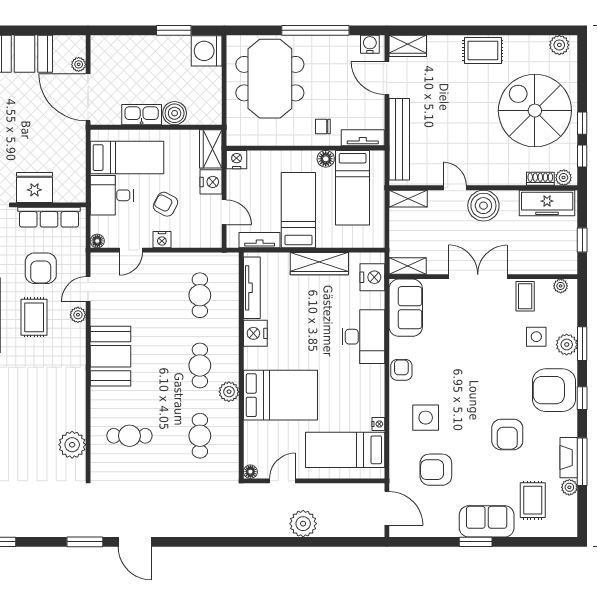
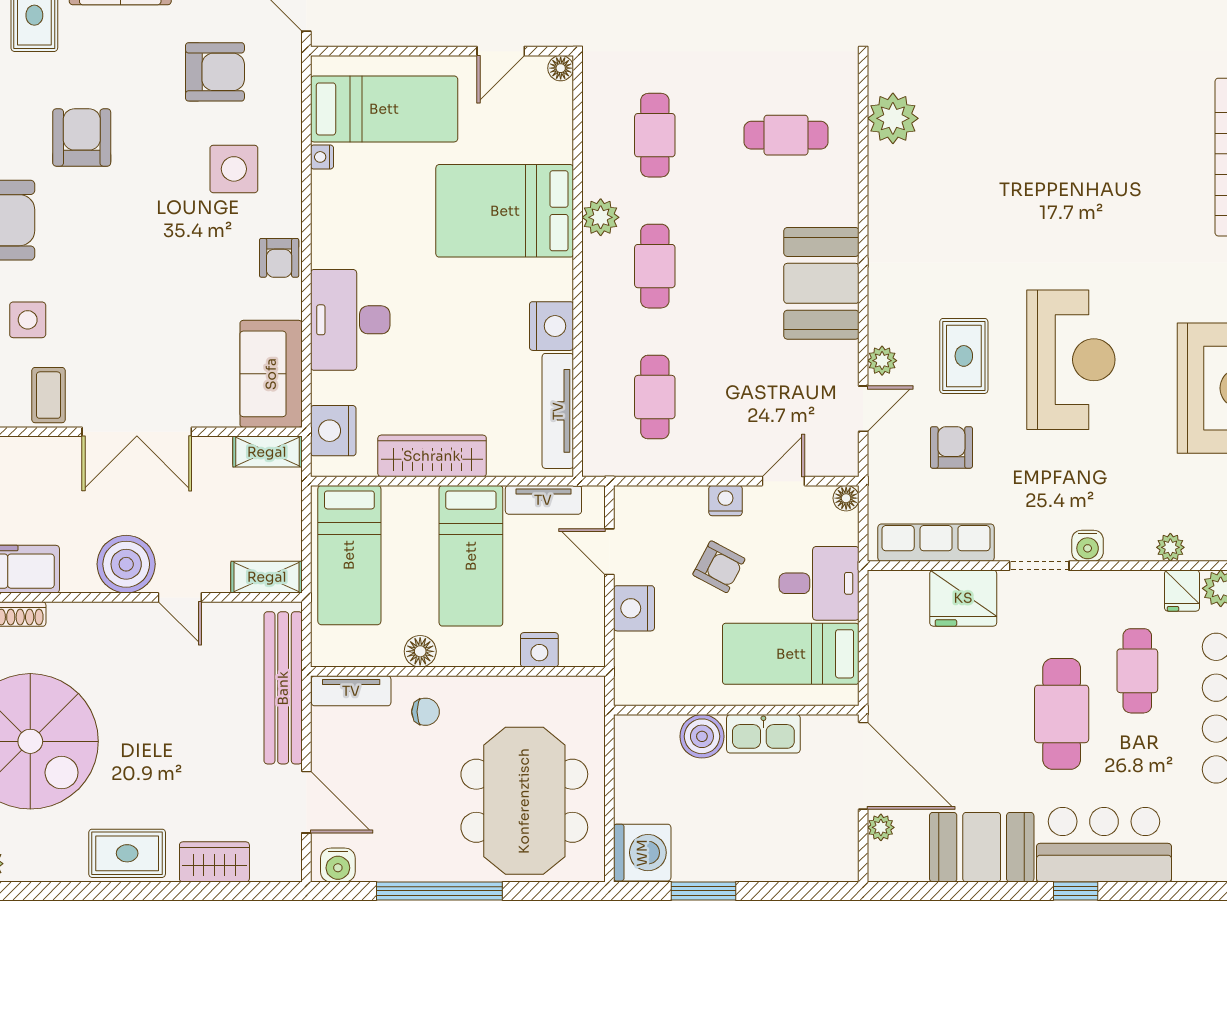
wardrobe: (408, 46) -> (214, 862), moved
wardrobe: (211, 149) -> (635, 670), removed
nightstand: (237, 160) -> (539, 650), moved
bed: (353, 188) -> (349, 555), moved, turned 180
armchair: (41, 268) -> (951, 447), width x0.72, depth x0.72

